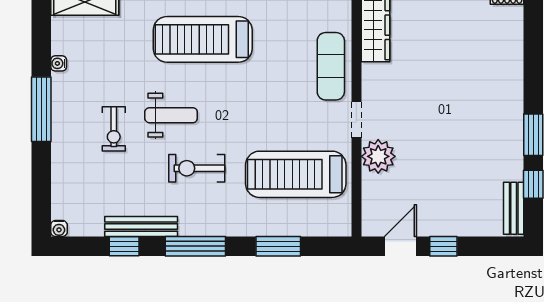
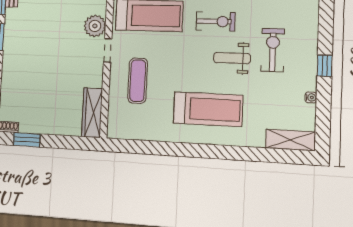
exercise mat: (331, 66) -> (138, 81), moved
window: (41, 109) -> (325, 66), width x0.46
exercise bike: (114, 129) -> (273, 50), width x1.38, depth x1.39

